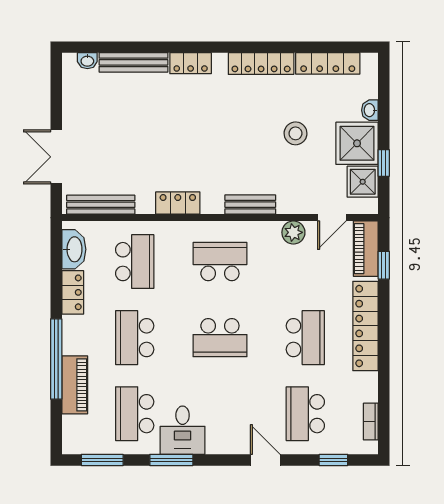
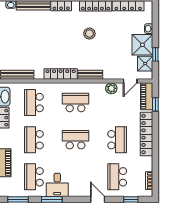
stool: (296, 133) -> (89, 34), moved
locker: (178, 203) -> (61, 74), width x1.53
school desk: (135, 262) -> (34, 103), turned 180
school desk: (220, 338) -> (76, 140), turned 180

